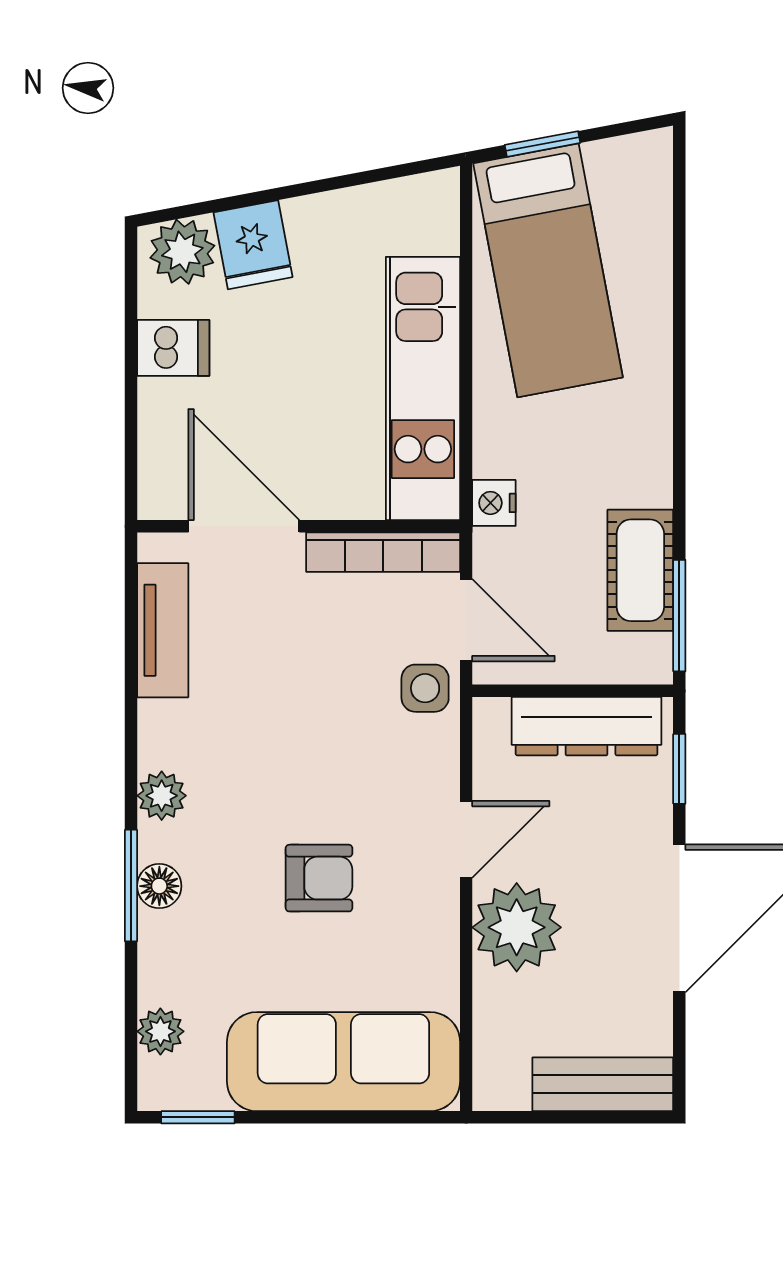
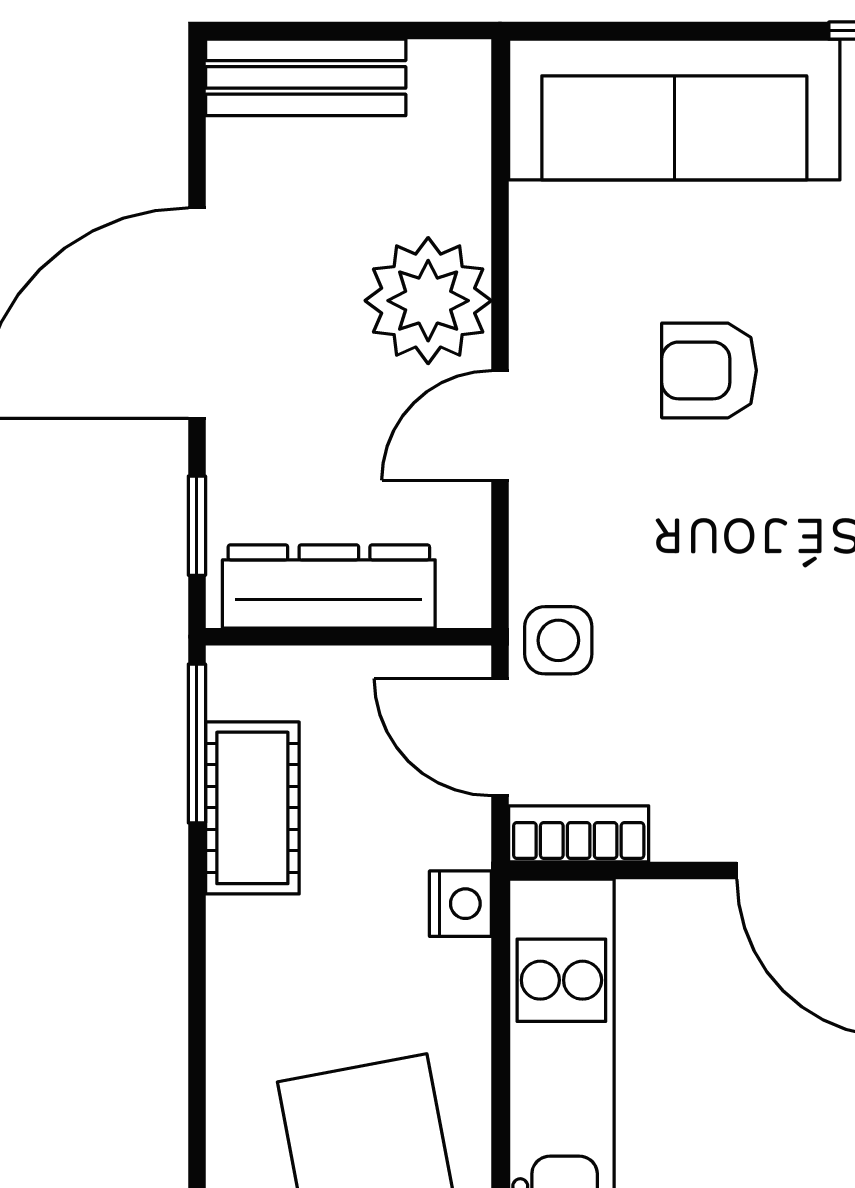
bookcase: (383, 552) -> (579, 834), width x0.64

